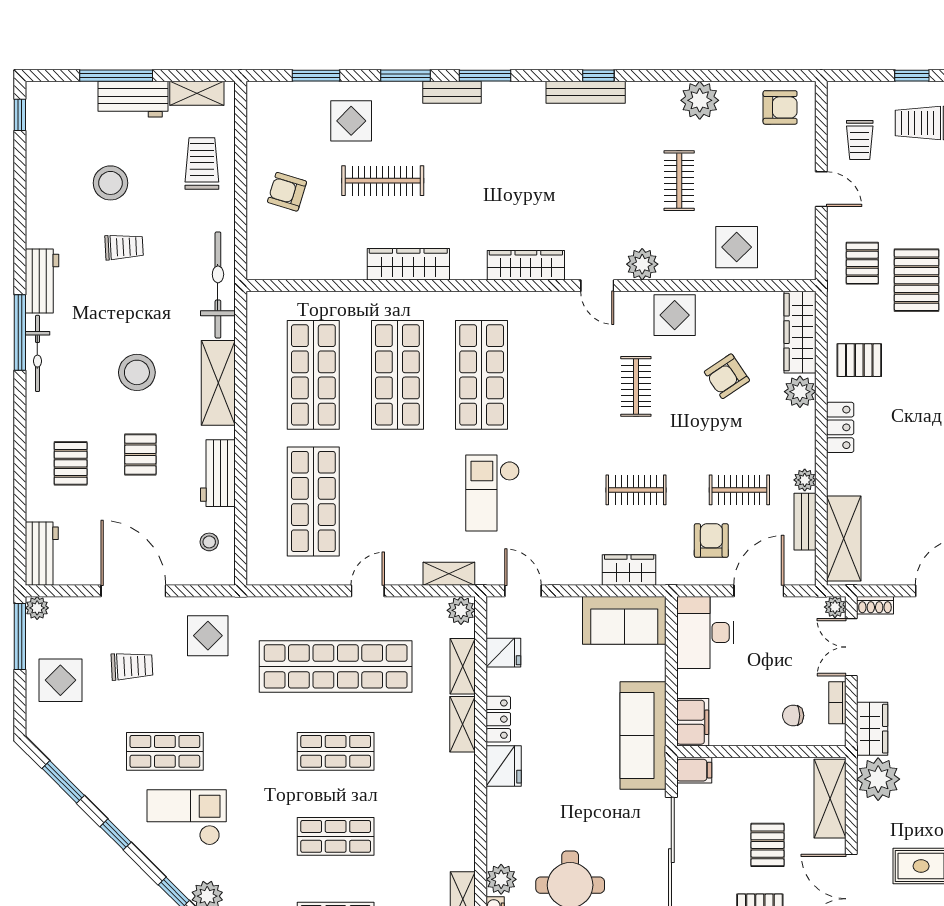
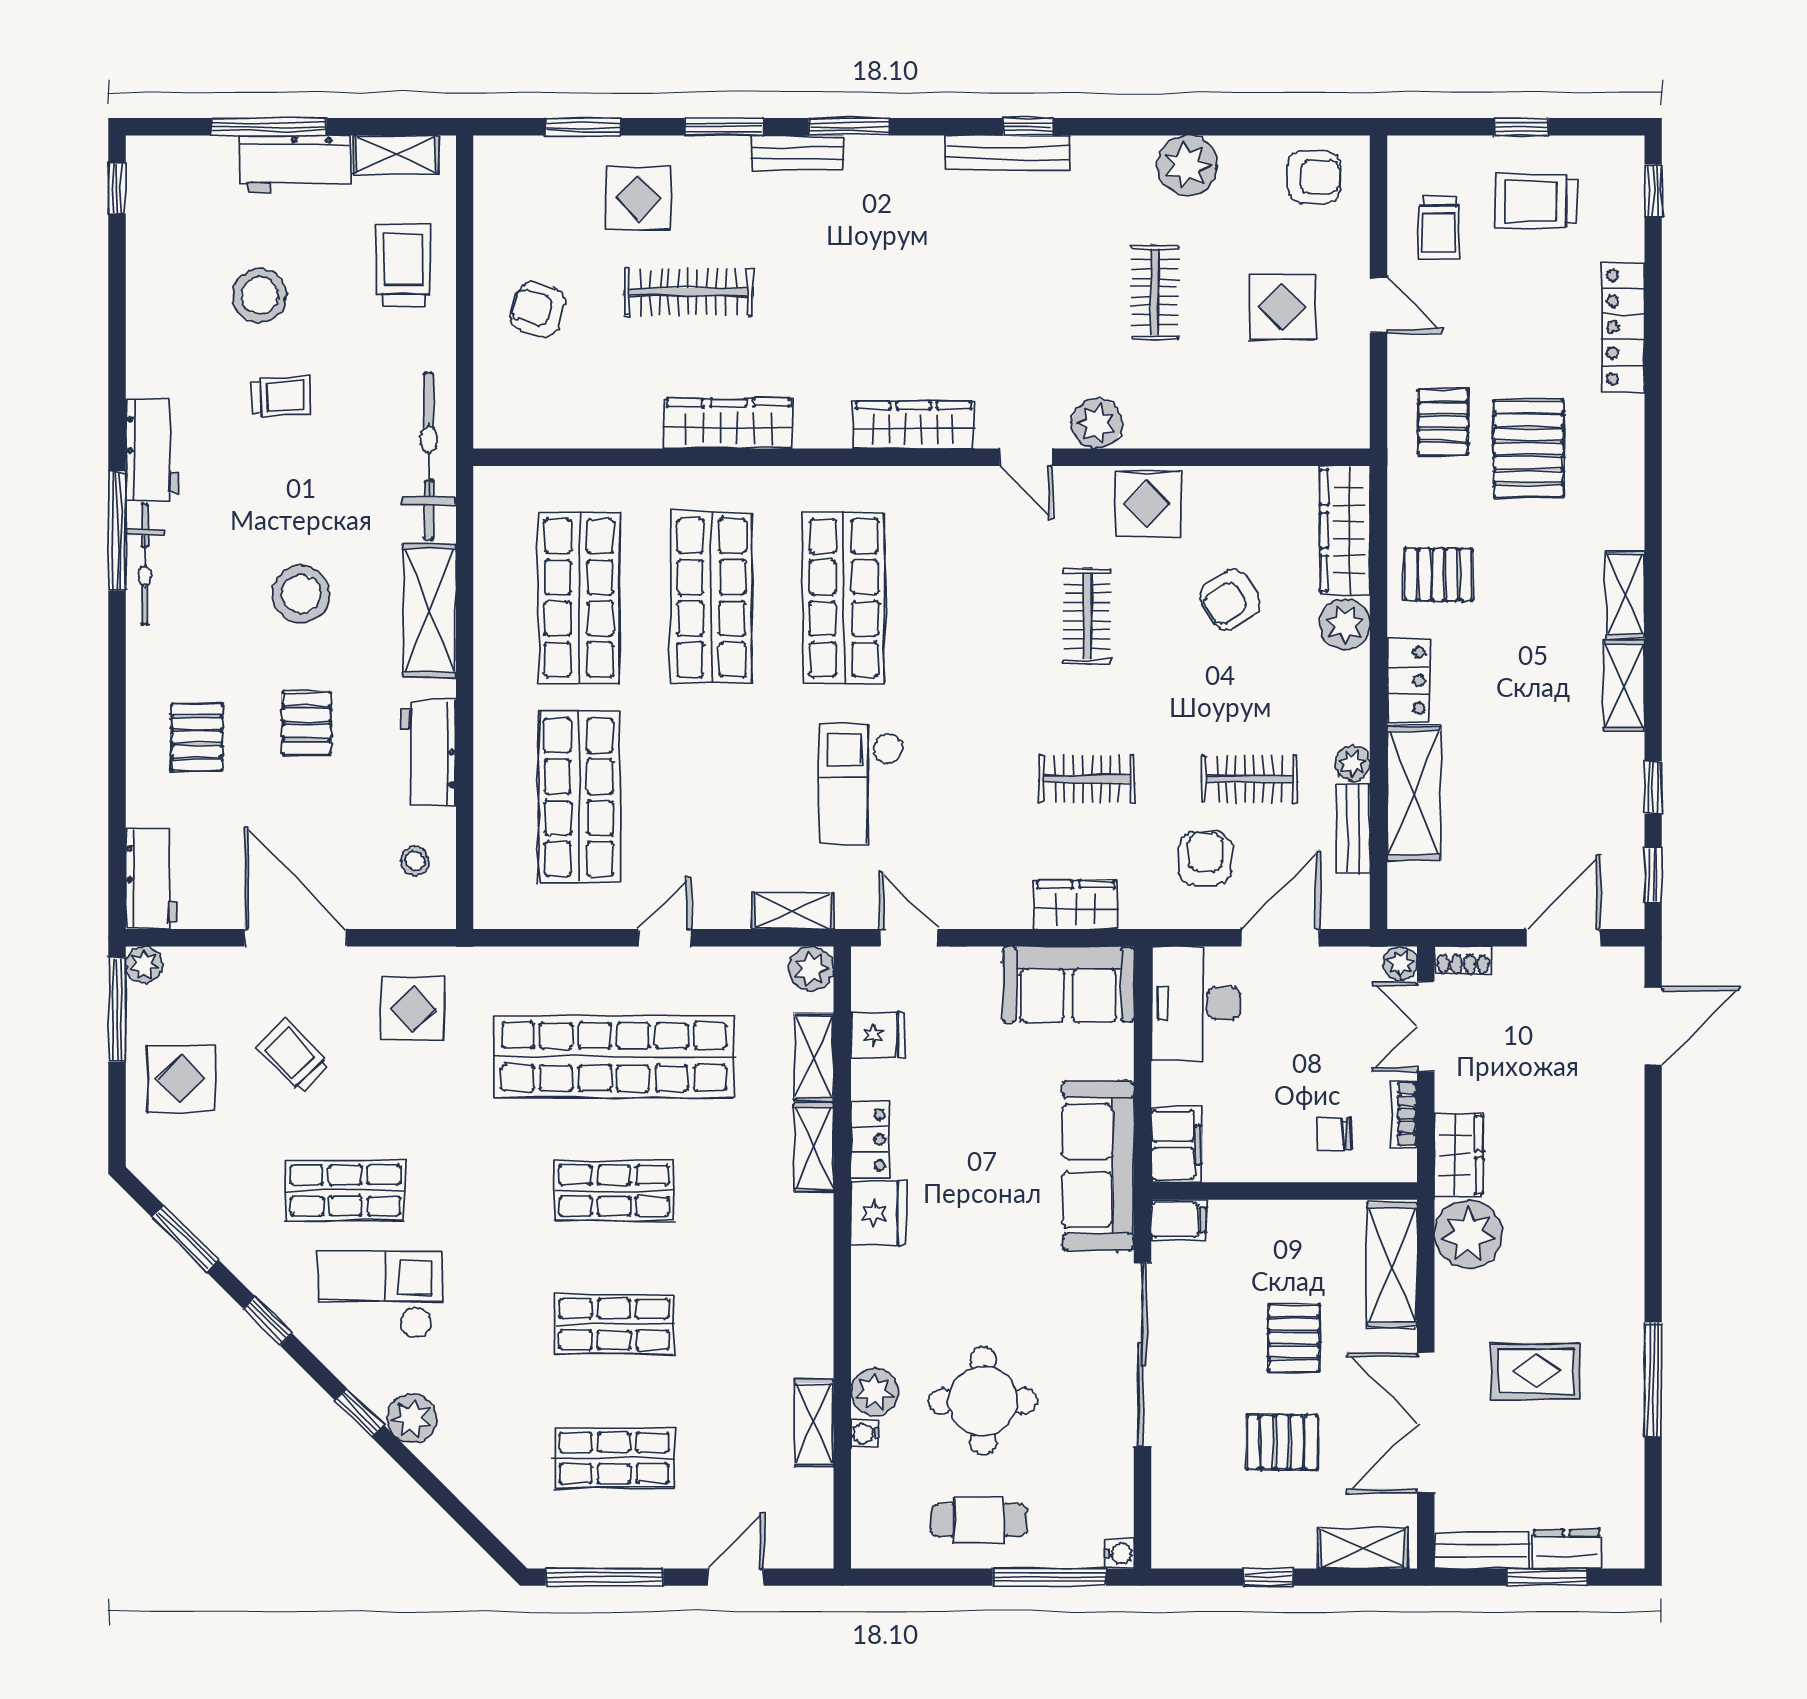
display table: (737, 247) -> (1282, 307), moved
shelving: (844, 538) -> (1414, 793), moved
trolley: (132, 666) -> (293, 1056), turned -130

